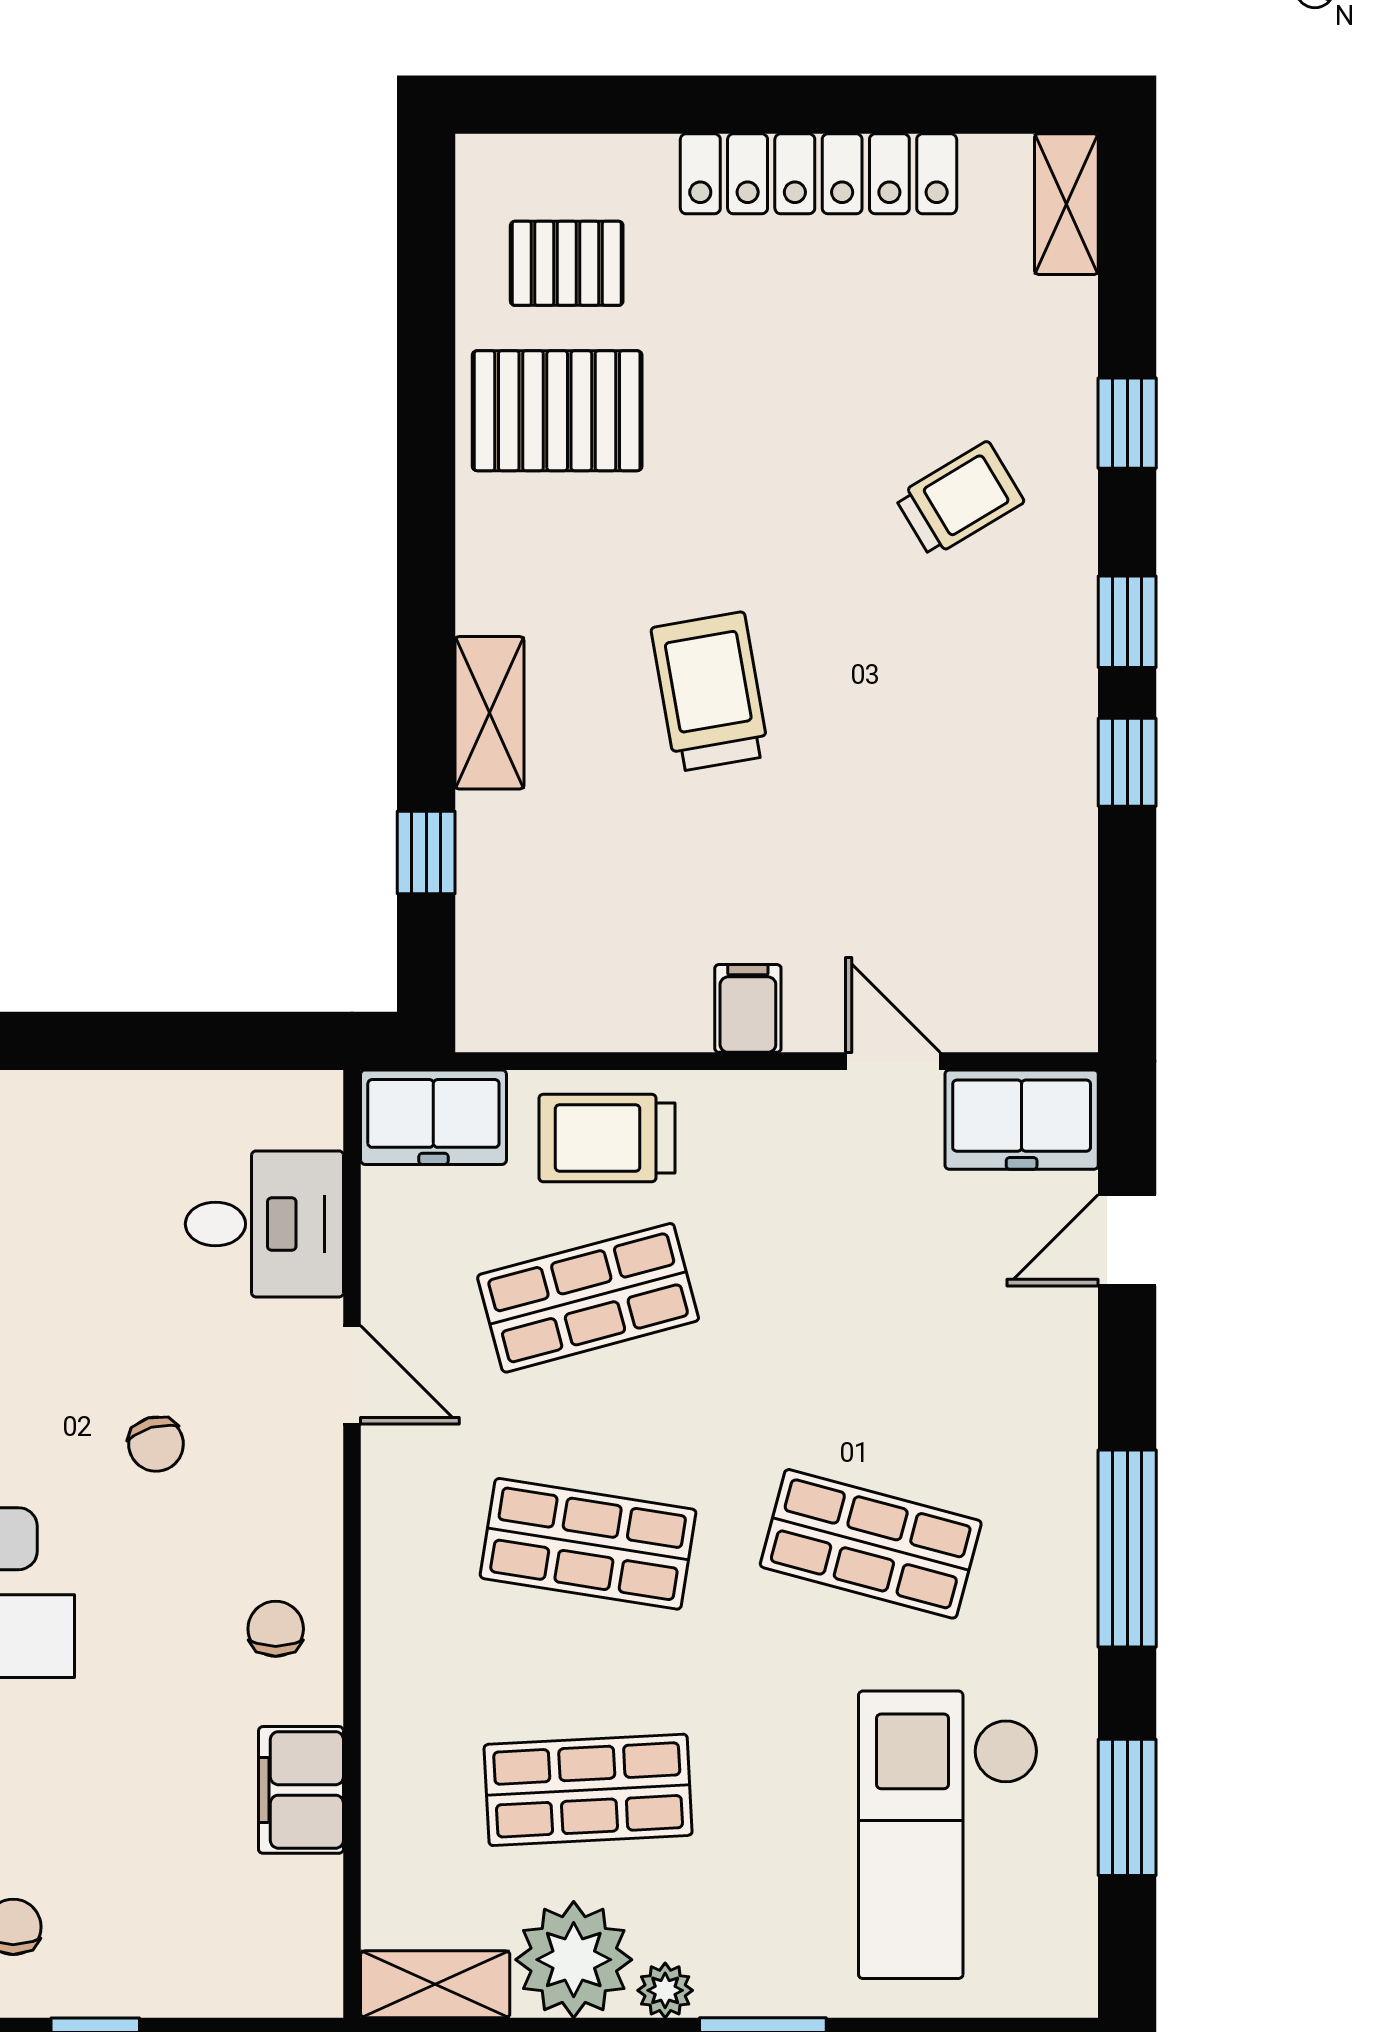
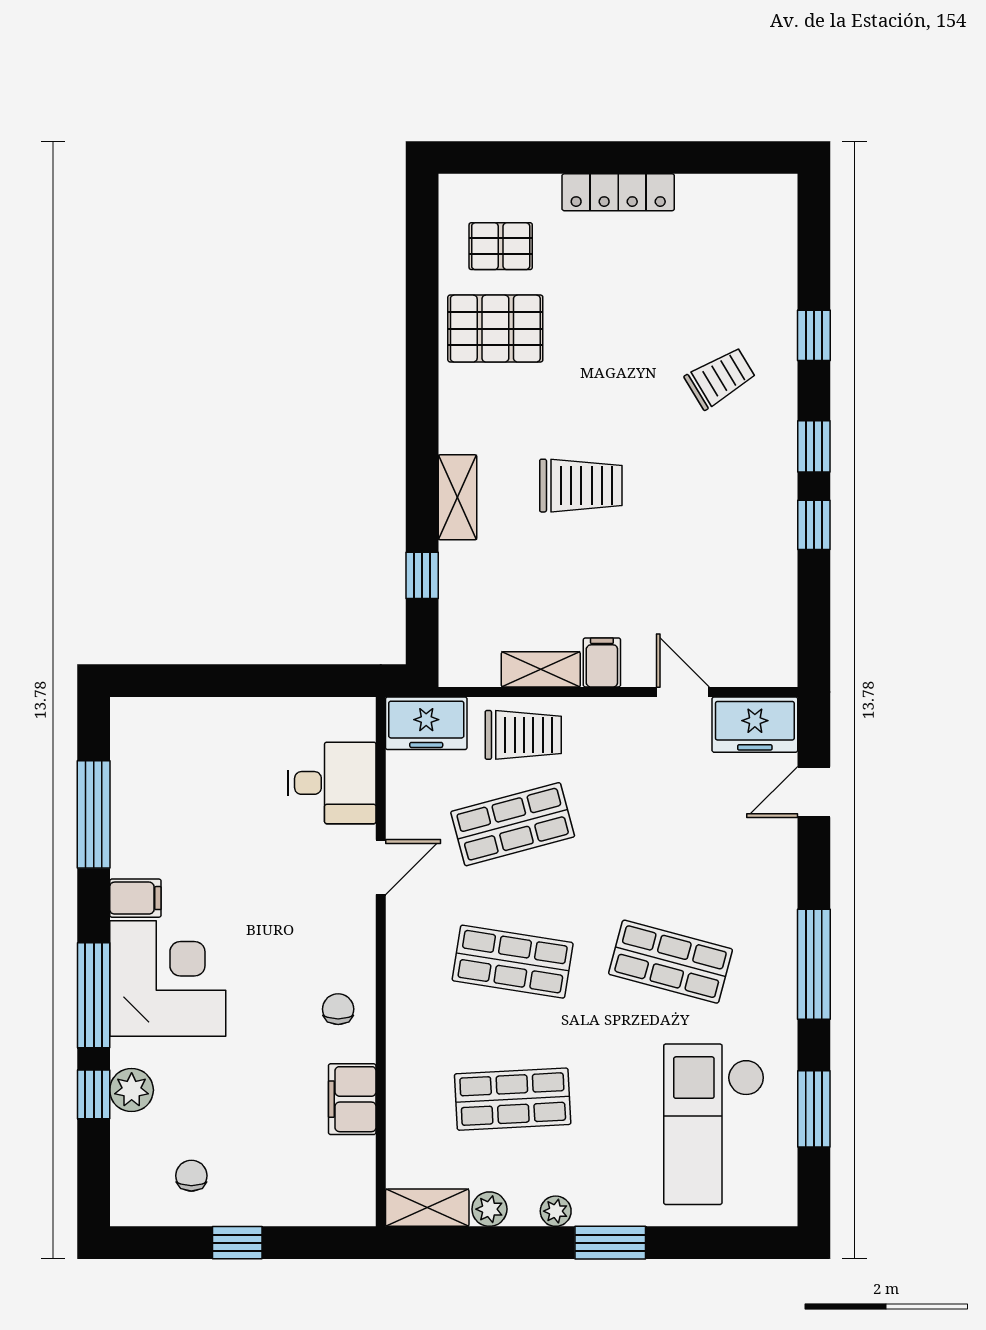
locker: (818, 174) -> (618, 192), width x0.71, depth x0.83
shelving: (1066, 204) -> (541, 669), moved, turned 90
trolley: (710, 692) -> (581, 486), turned 100
trolley: (607, 1138) -> (523, 735), turned 180
door: (352, 1375) -> (381, 867), hinge flipped
chair: (156, 1444) -> (271, 906), removed
plant: (574, 1960) -> (489, 1209), width x0.53, depth x0.53

